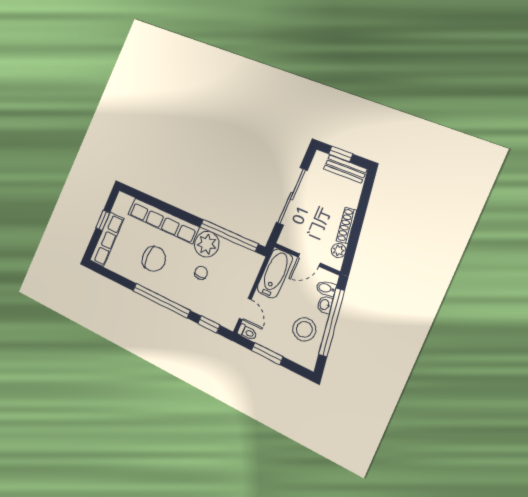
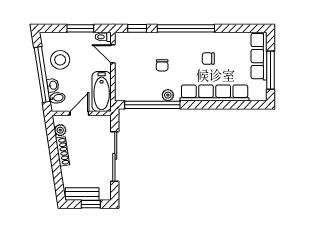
window: (103, 220) -> (270, 70), width x2.17
plant: (207, 244) -> (168, 95), width x0.53, depth x0.53
chair: (154, 259) -> (208, 59), width x0.54, depth x0.54

